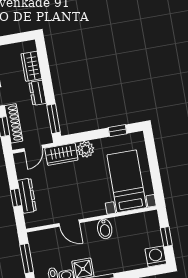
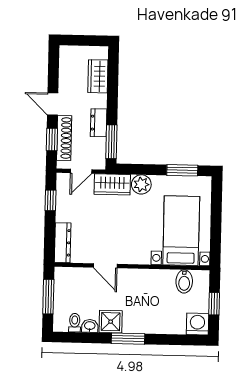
dresser: (38, 93) -> (99, 123), moved
window: (118, 131) -> (182, 170), width x1.50
dresser: (27, 196) -> (63, 243), moved
window: (16, 198) -> (50, 200), moved
bidet: (105, 229) -> (184, 281), moved

